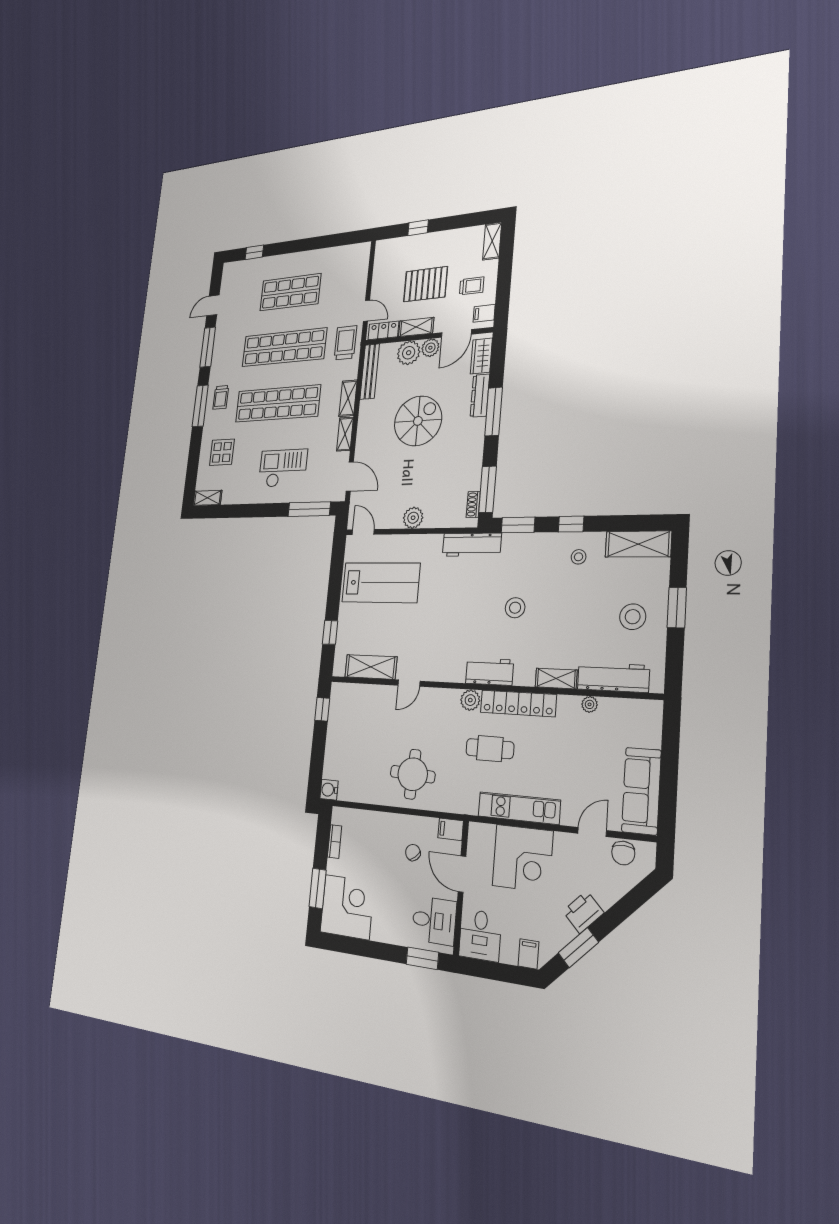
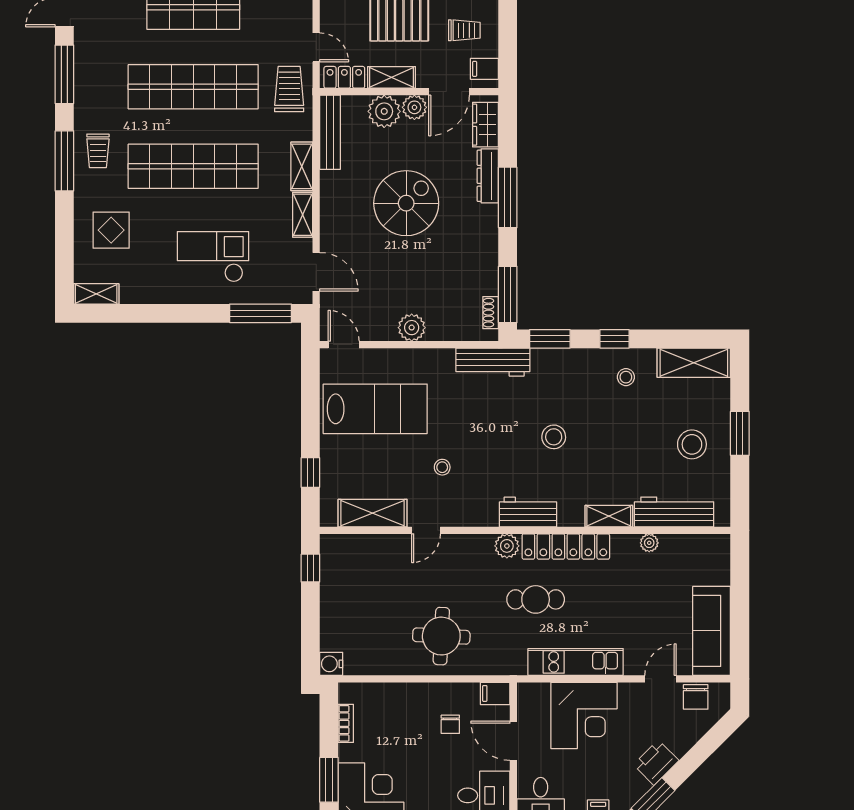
stool: (426, 631) -> (442, 467), added
chair: (413, 853) -> (450, 724), turned -141

